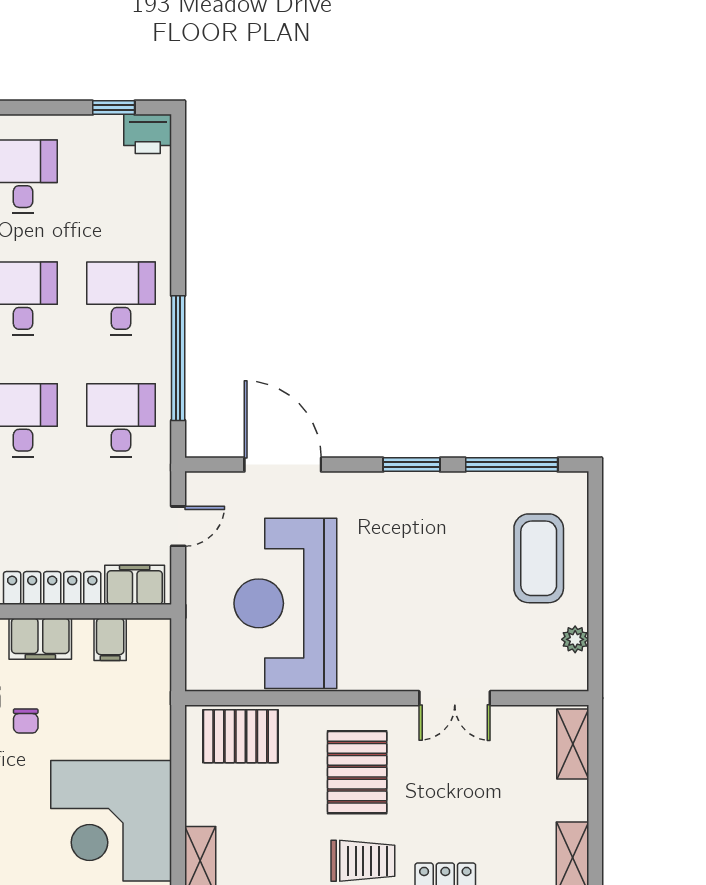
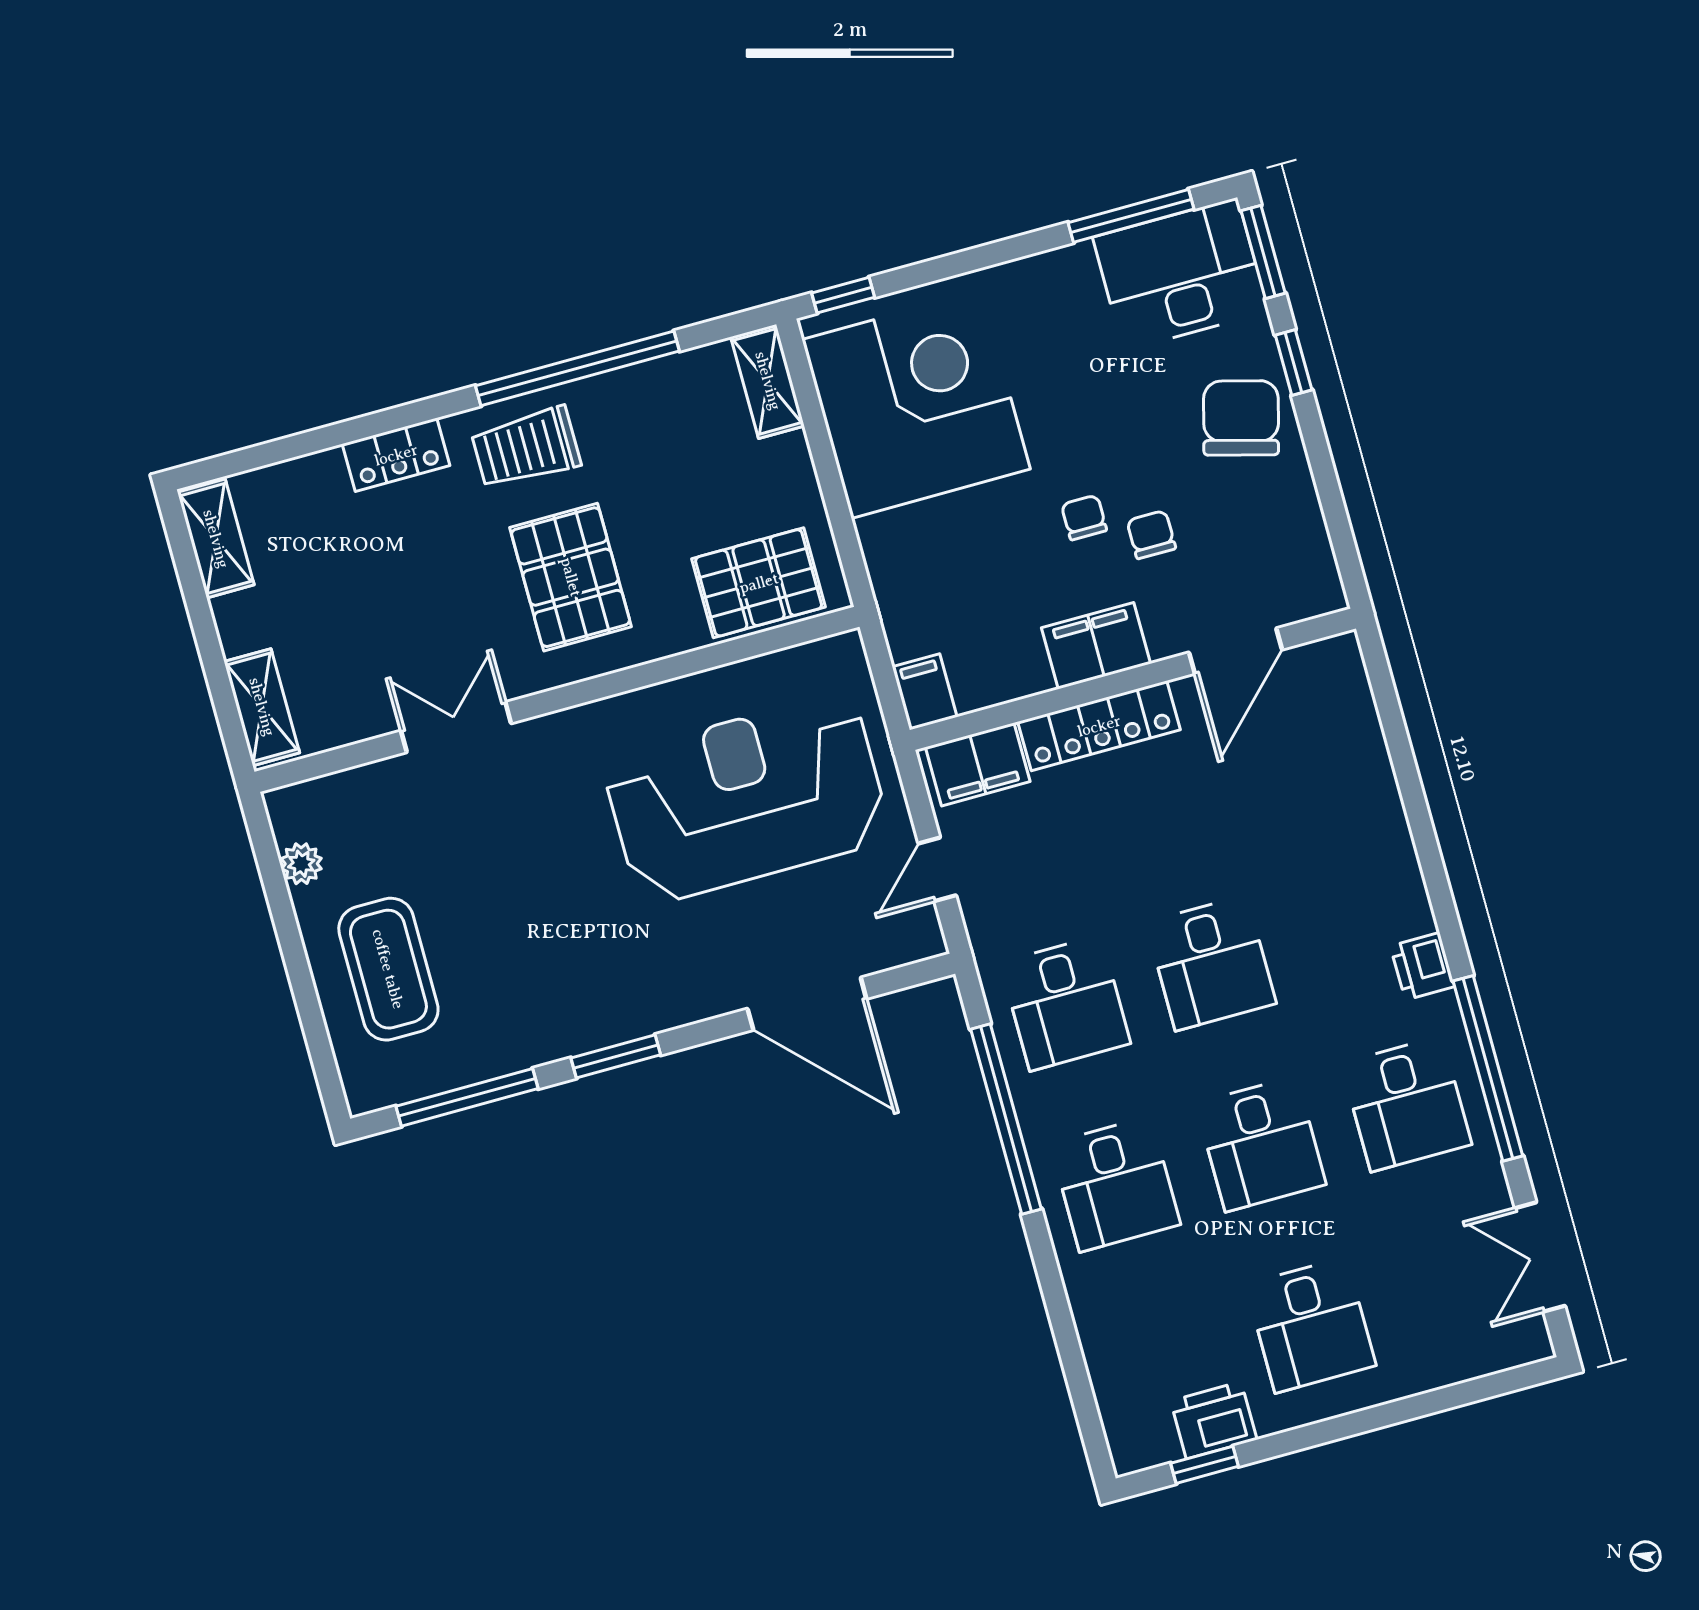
printer: (148, 134) -> (1214, 1420), moved
reception desk: (285, 603) -> (746, 799), turned -90
filing cabinet: (110, 639) -> (925, 692), moved

